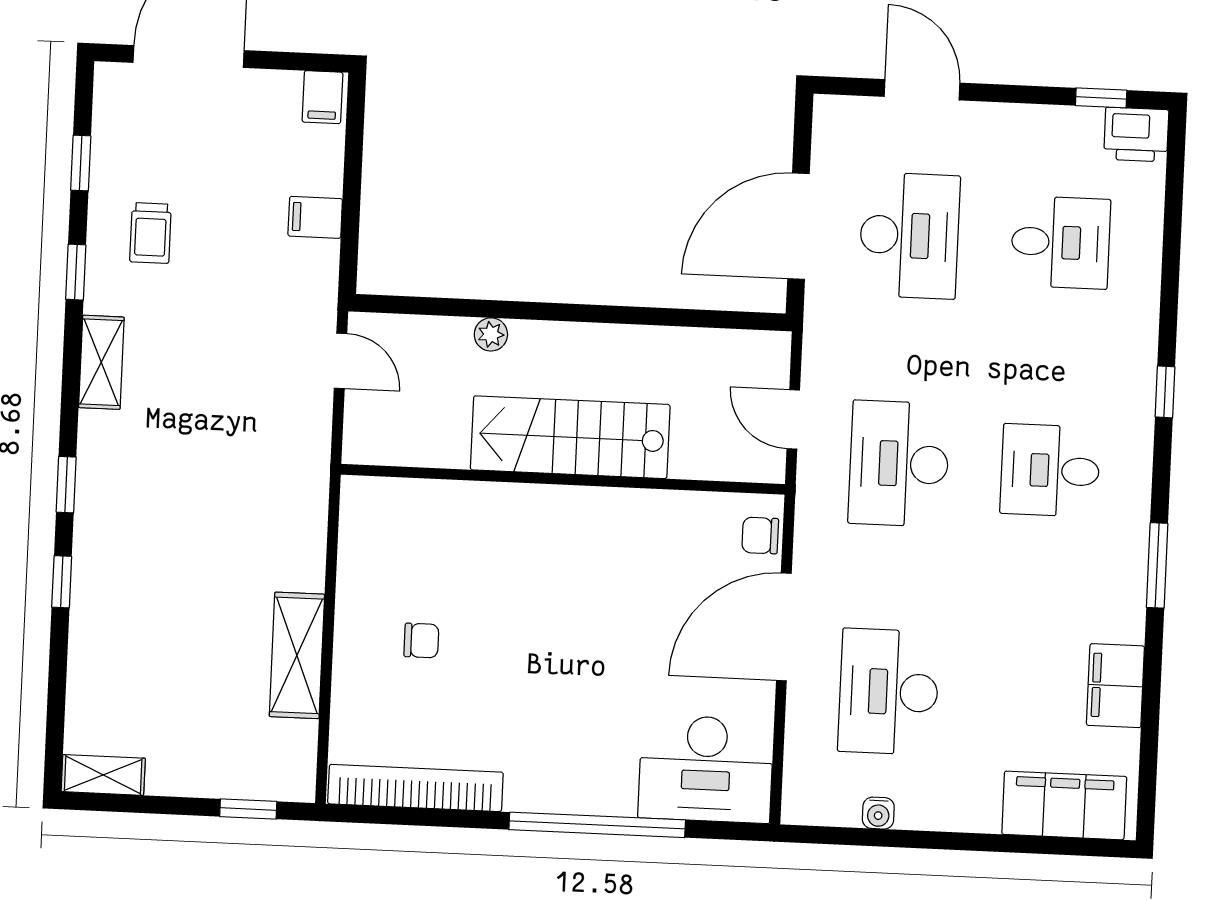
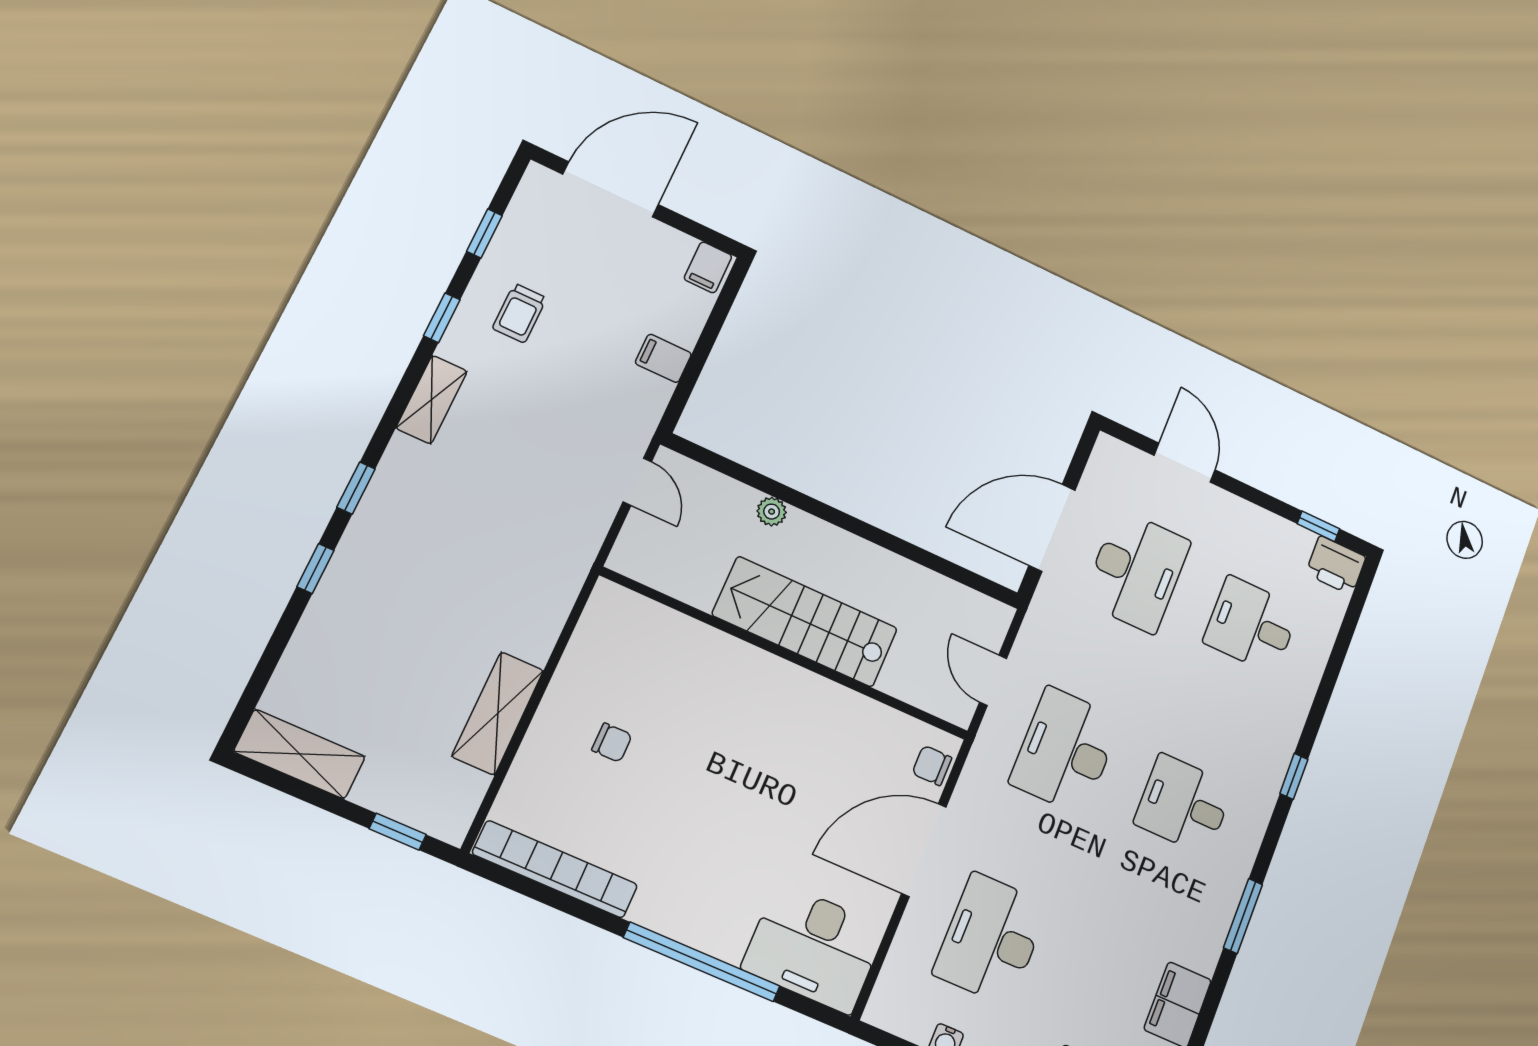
desk: (1061, 242) -> (1251, 625), turned 180
shelving: (103, 775) -> (300, 754), width x1.50, depth x1.33

